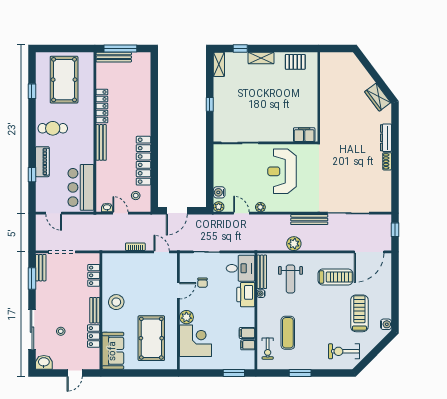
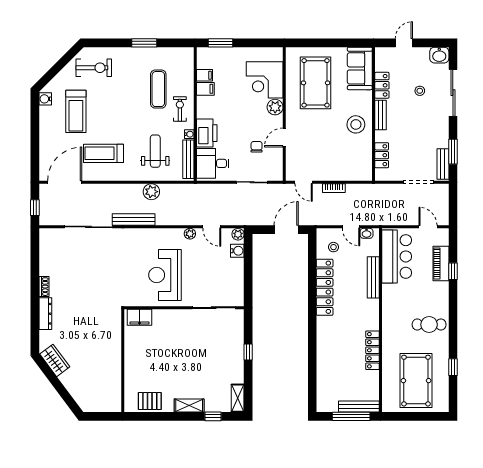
bench: (101, 142) -> (373, 277), moved
piano: (42, 162) -> (441, 263), moved
reception desk: (282, 171) -> (165, 275), turned 180
exercise bike: (268, 349) -> (180, 109), moved

